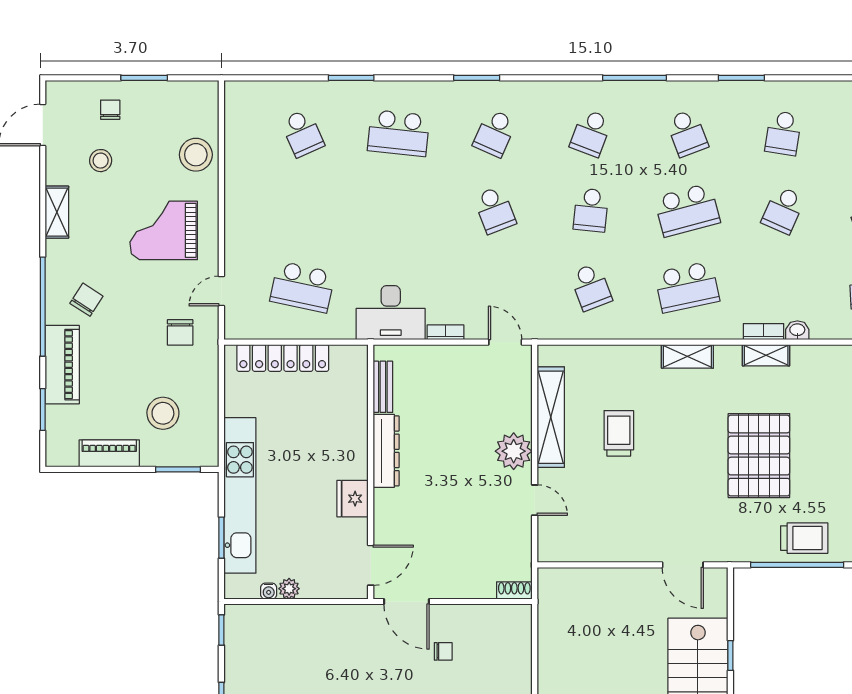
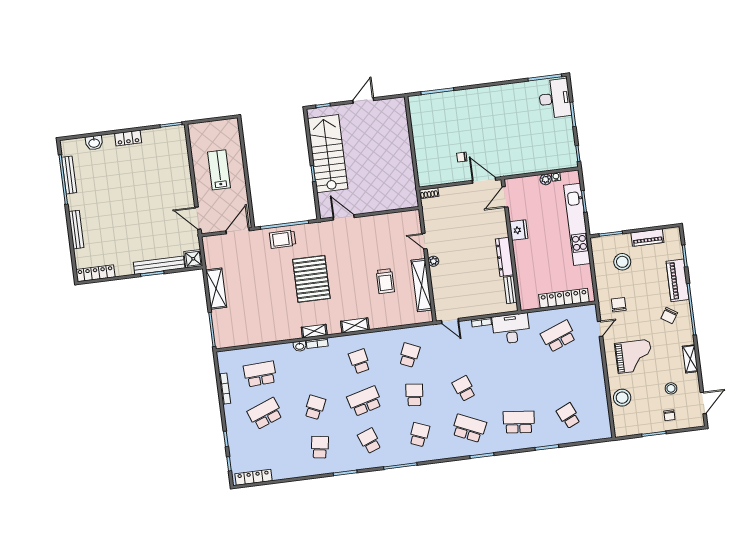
school desk: (495, 133) -> (469, 428), width x1.85
school desk: (302, 287) -> (558, 336), turned -33
school desk: (591, 287) -> (409, 355), turned 45
school desk: (687, 287) -> (360, 361), width x0.54
plant: (514, 451) -> (433, 261), width x0.53, depth x0.53

